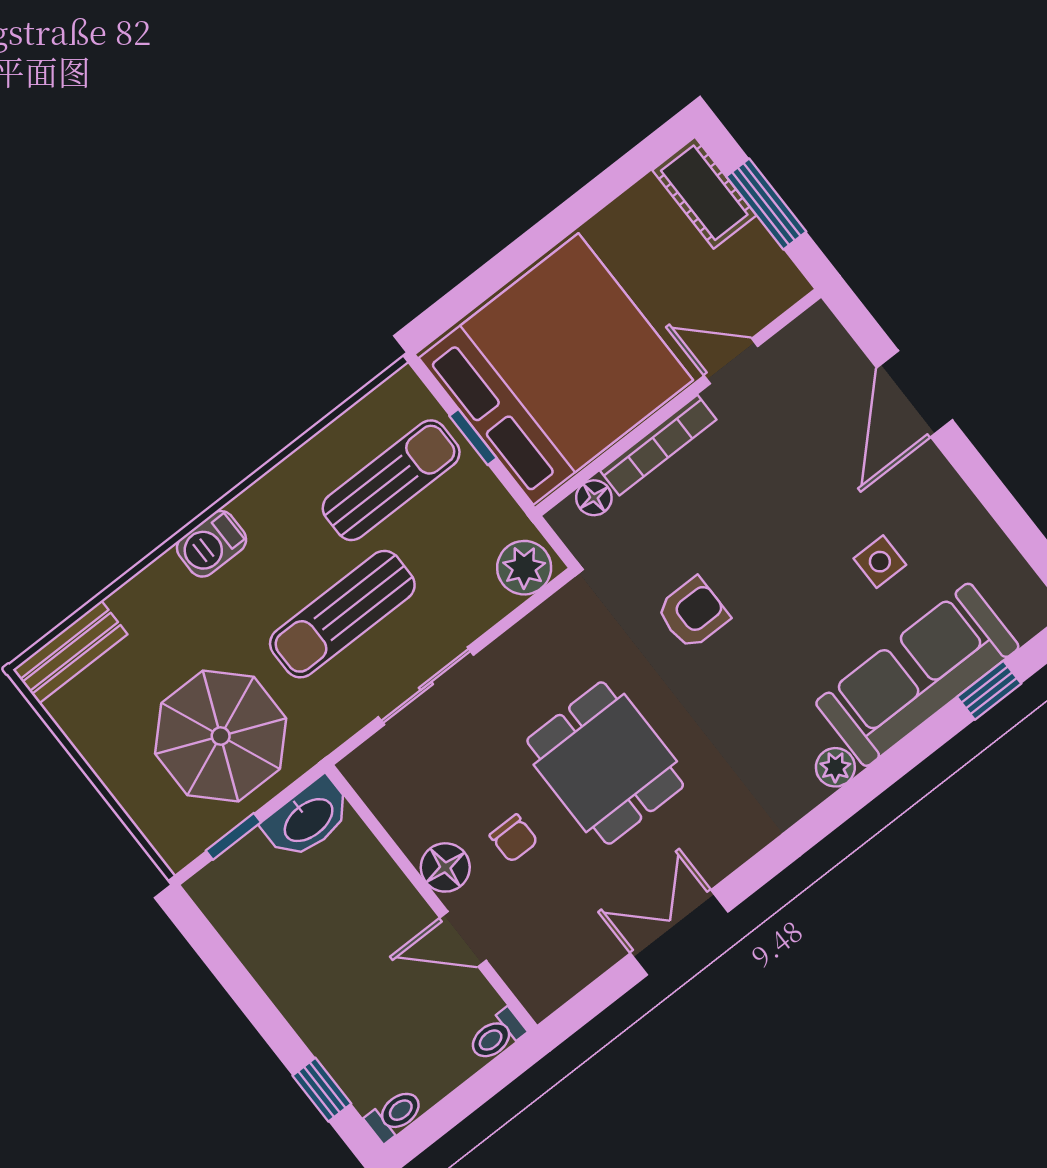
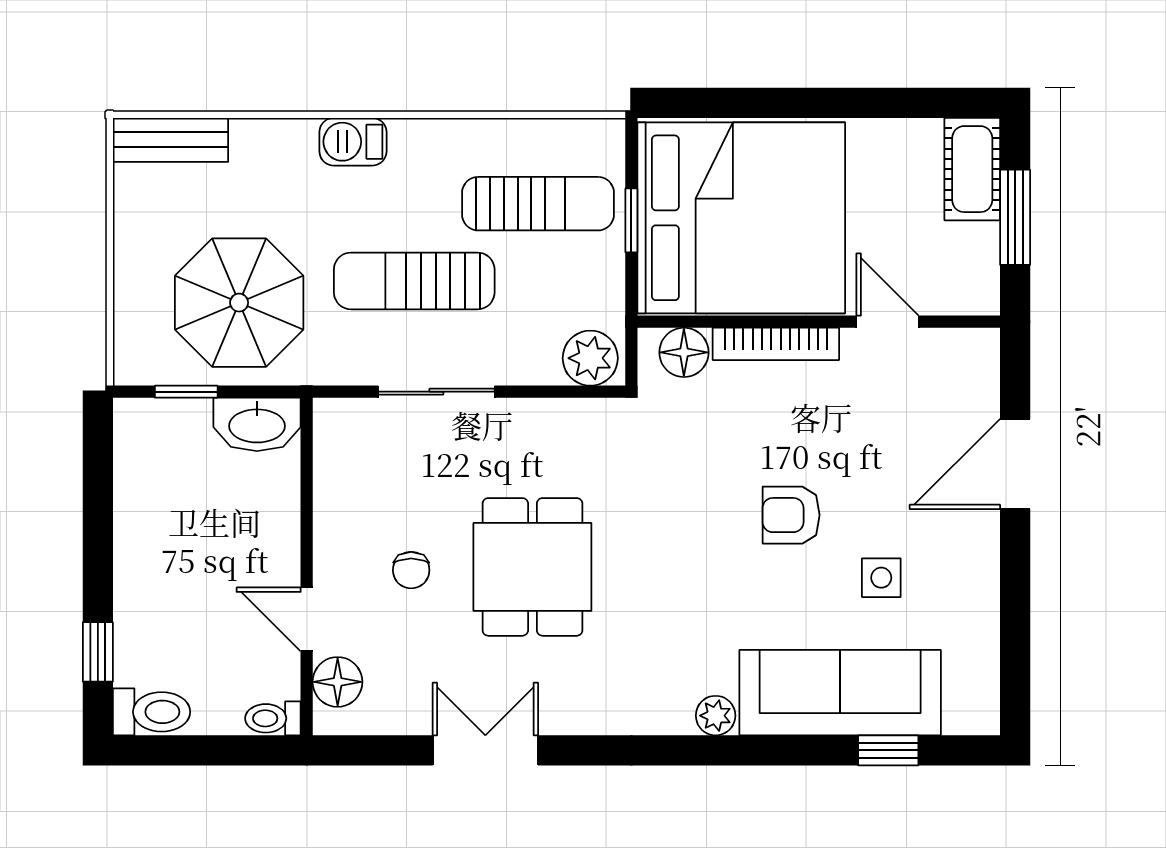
floor lamp: (594, 498) -> (684, 352), width x1.37, depth x1.37
armchair: (693, 613) -> (791, 515), moved, turned 180
floor lamp: (445, 867) -> (338, 682), moved
toilet: (395, 1115) -> (152, 712), width x1.37, depth x1.39

